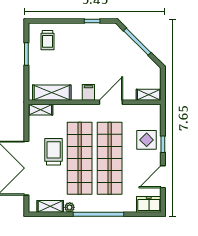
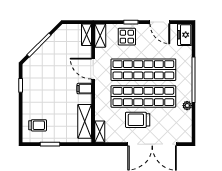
shelving: (50, 206) -> (100, 36), moved

